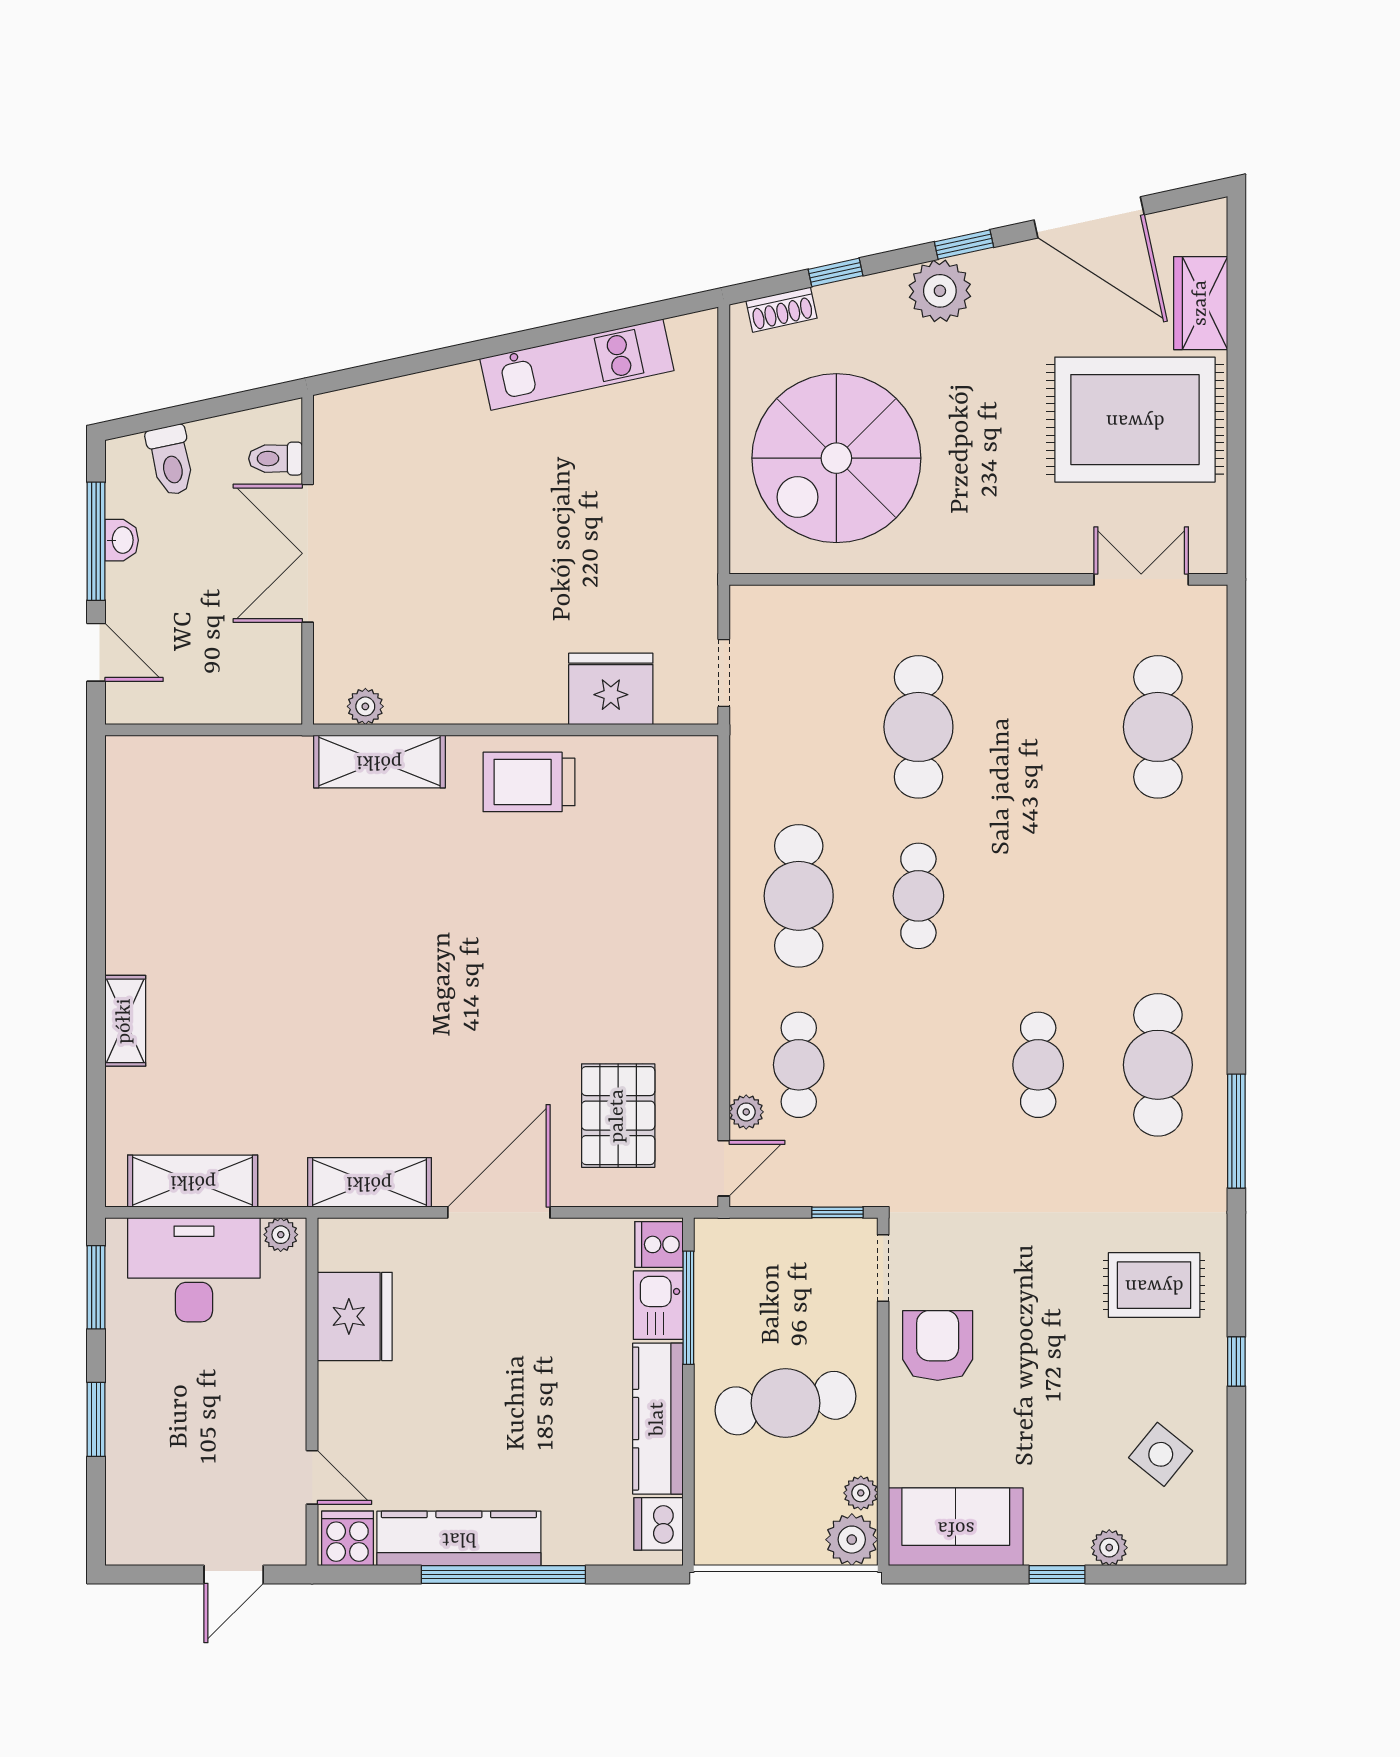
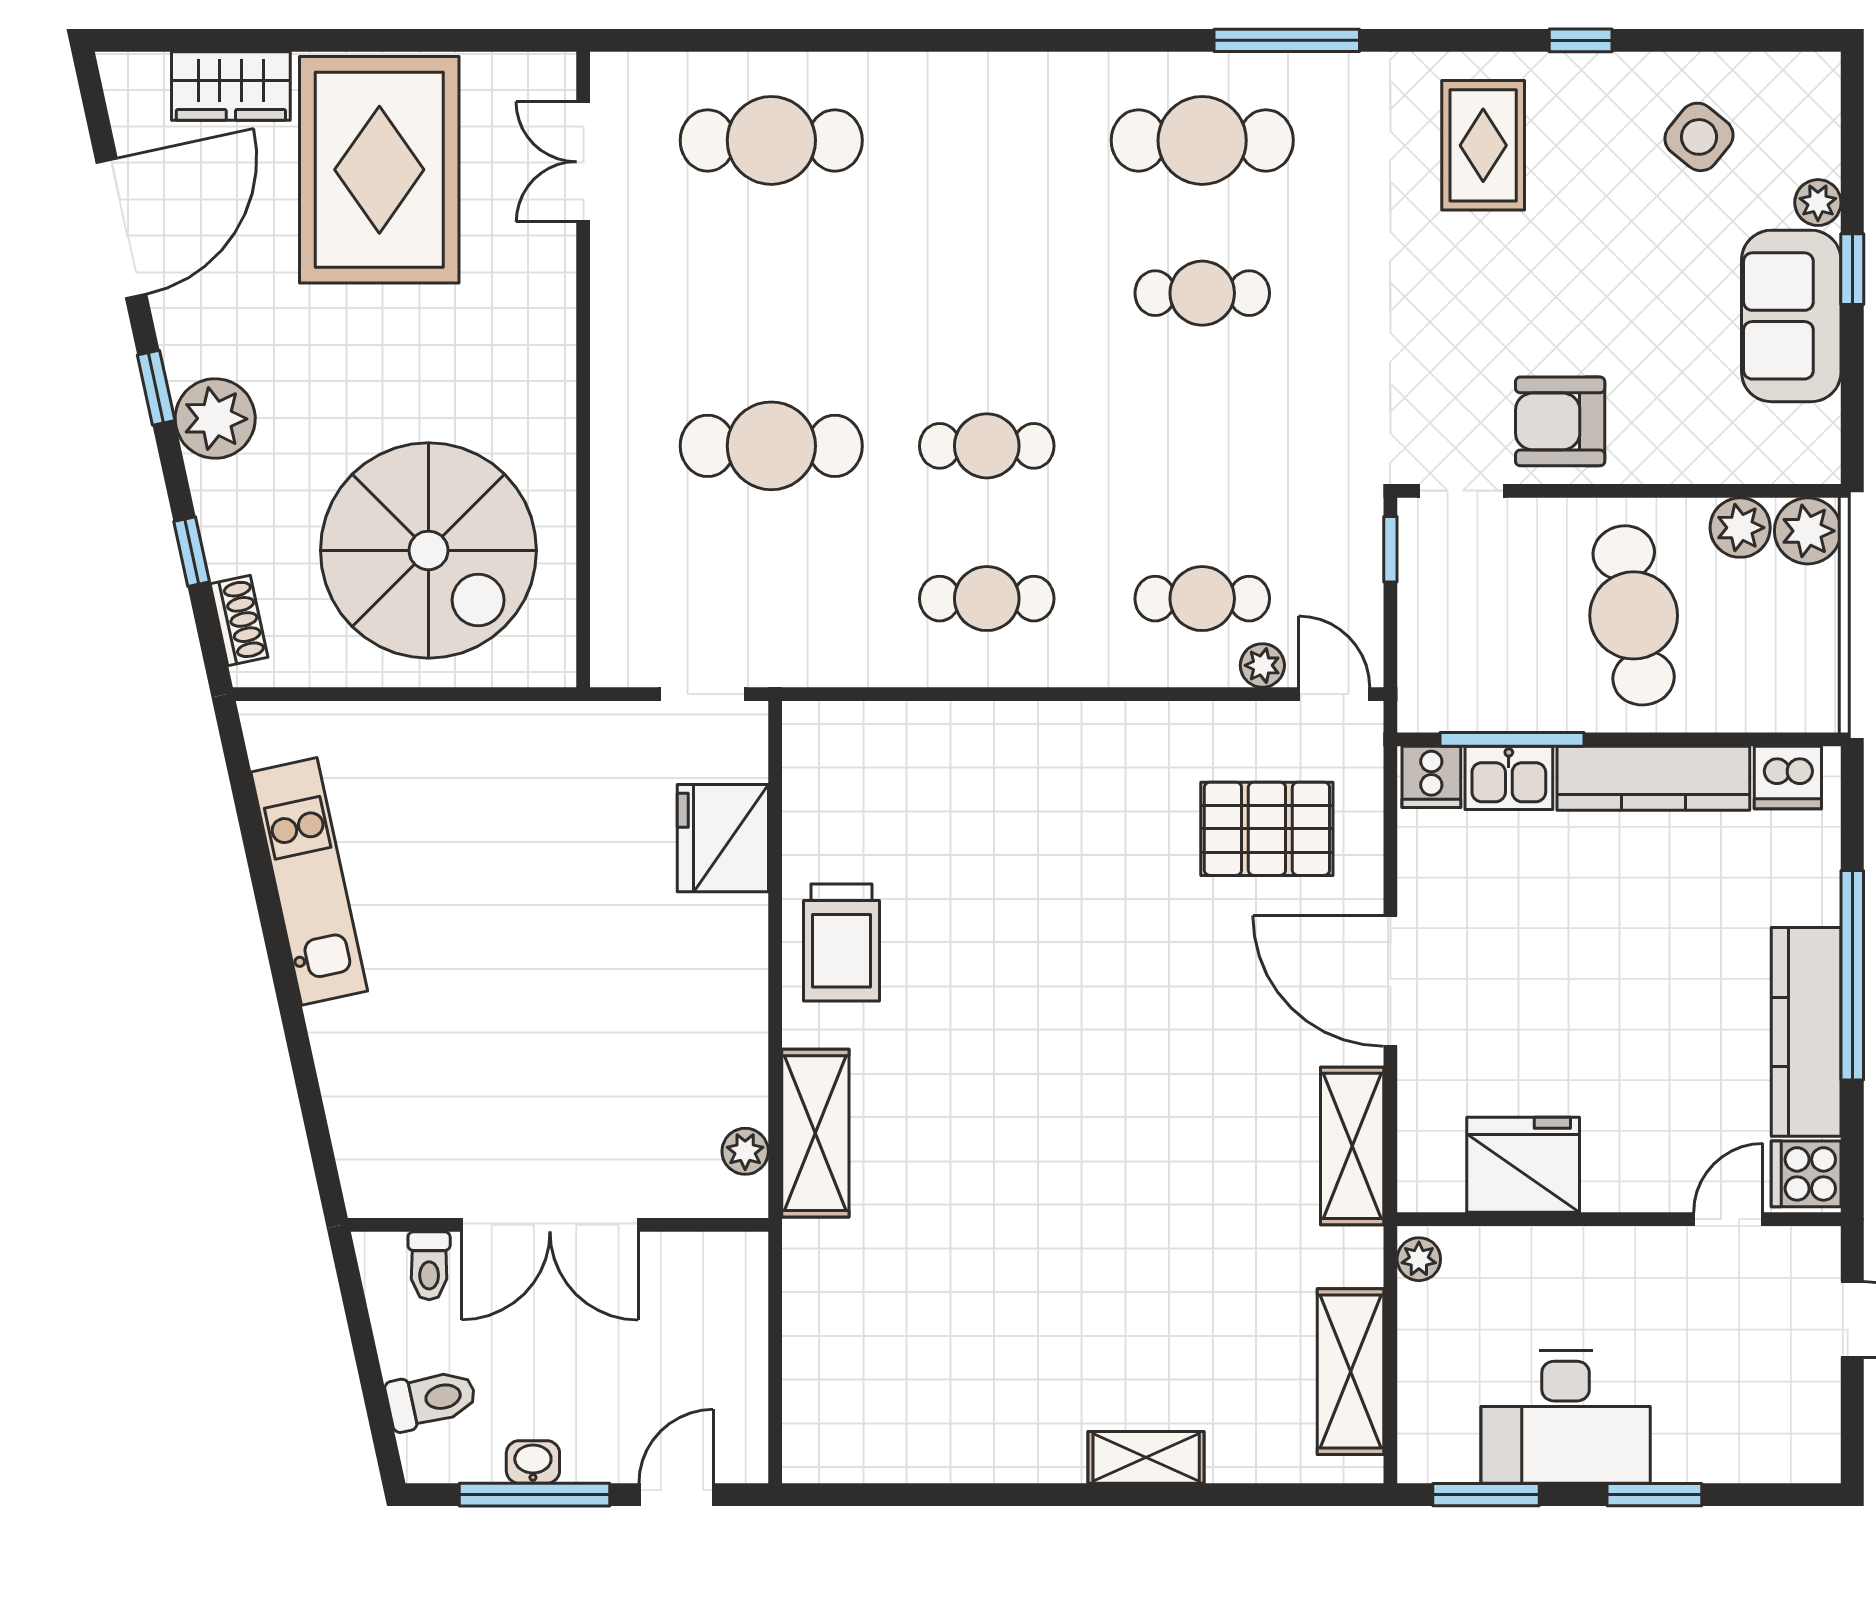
cafe table: (799, 896) -> (987, 599), width x0.73, depth x0.74
desk: (194, 1270) -> (1566, 1417), moved, turned -90
plant: (861, 1493) -> (1740, 528), width x1.38, depth x1.38
sofa: (956, 1527) -> (1791, 316), moved

